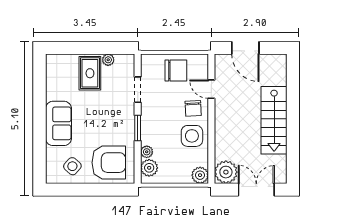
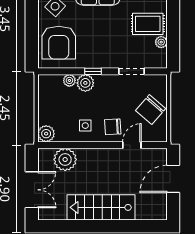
chair: (176, 70) -> (151, 109), turned 41
window: (138, 128) -> (93, 71), width x0.67
side table: (192, 136) -> (85, 126), width x0.54, depth x0.54
plant: (149, 168) -> (85, 83), moved
plant: (226, 172) -> (65, 159), moved

